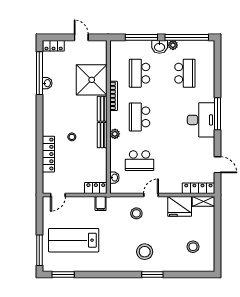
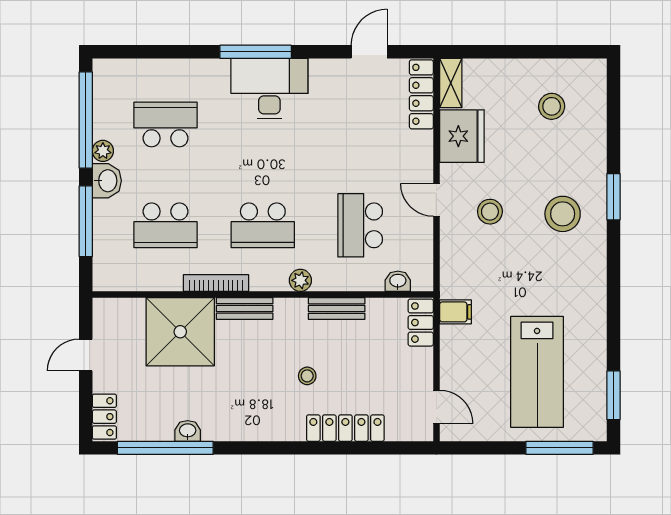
bench: (102, 135) -> (337, 309), moved
school desk: (140, 161) -> (360, 225), turned 180
stool: (136, 213) -> (490, 212), moved

